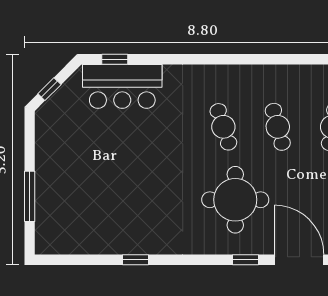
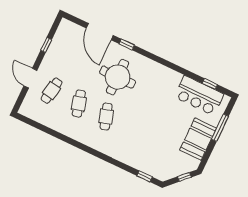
bar counter: (122, 86) -> (199, 96), moved, turned 180
booth: (56, 161) -> (198, 139), added
window: (135, 260) -> (210, 84), moved

